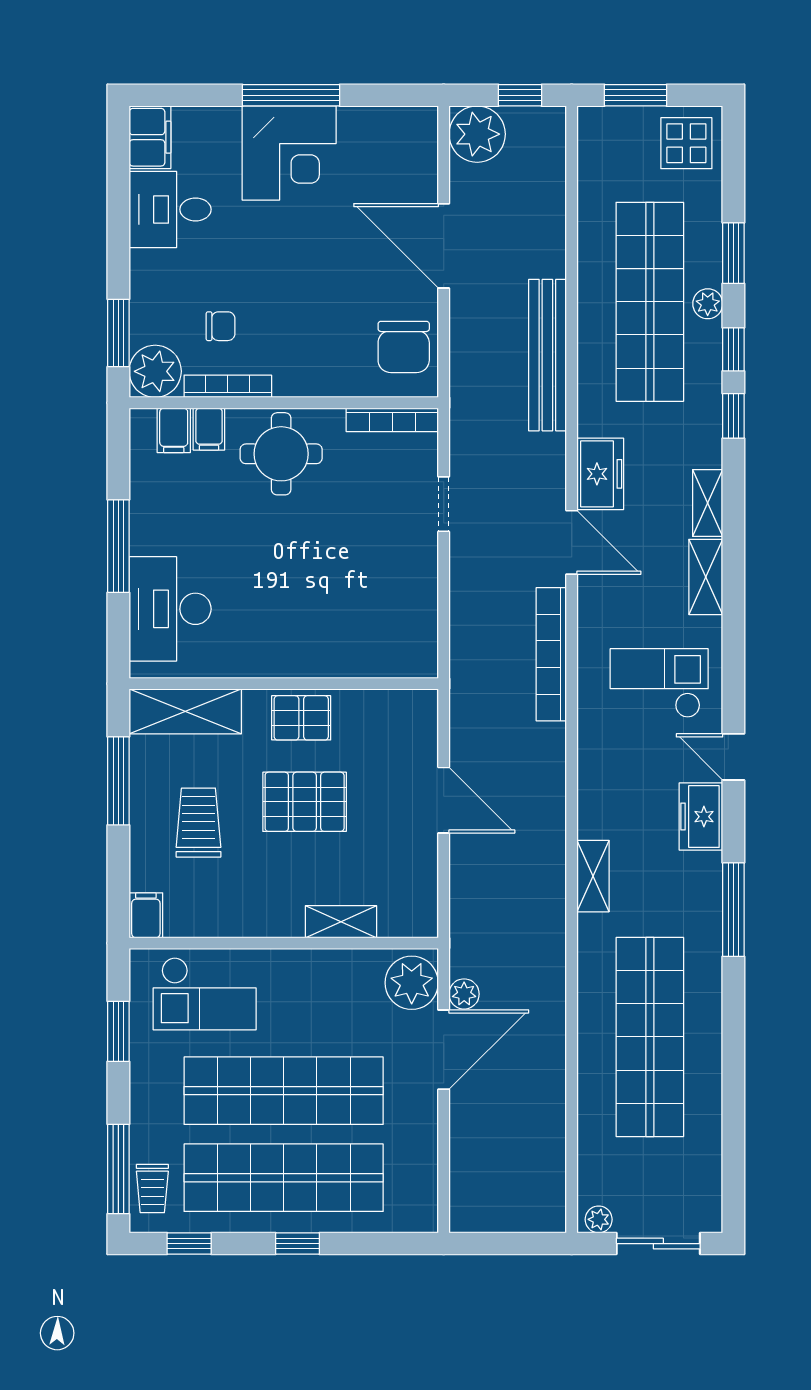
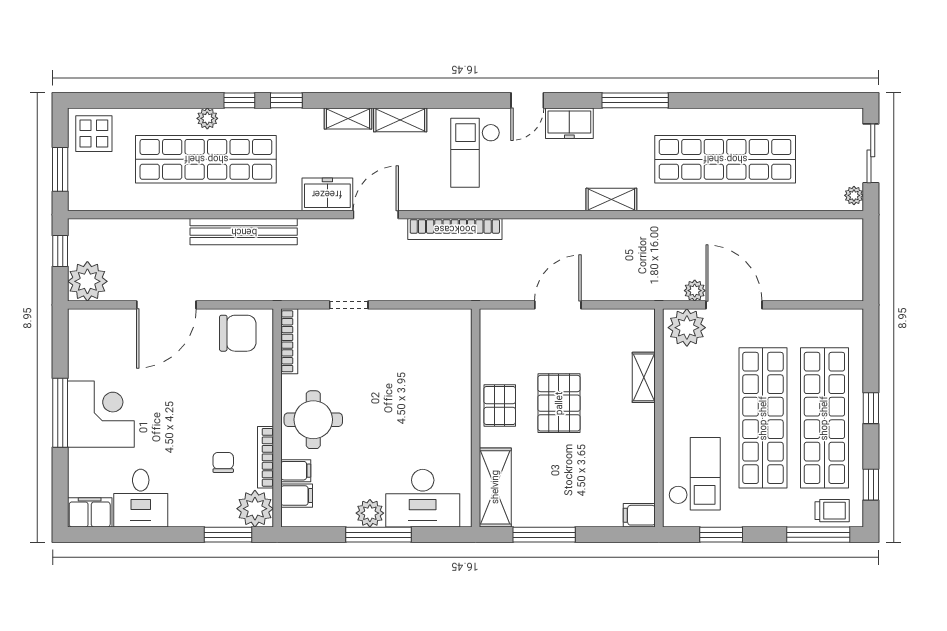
window: (733, 253) -> (172, 100), removed
plant: (149, 534) -> (370, 513), added
trolley: (198, 823) -> (574, 478), removed

